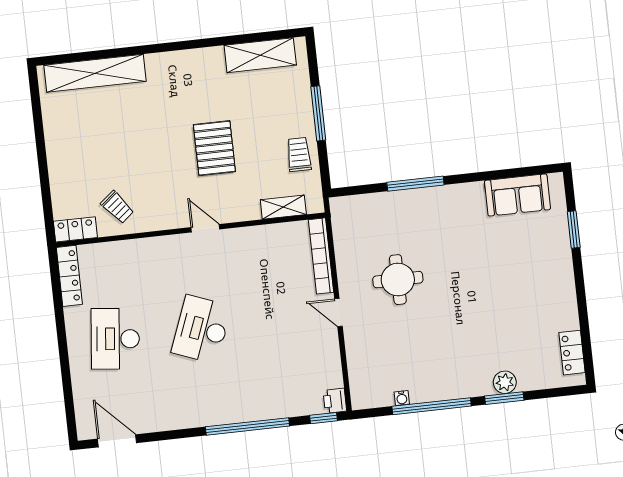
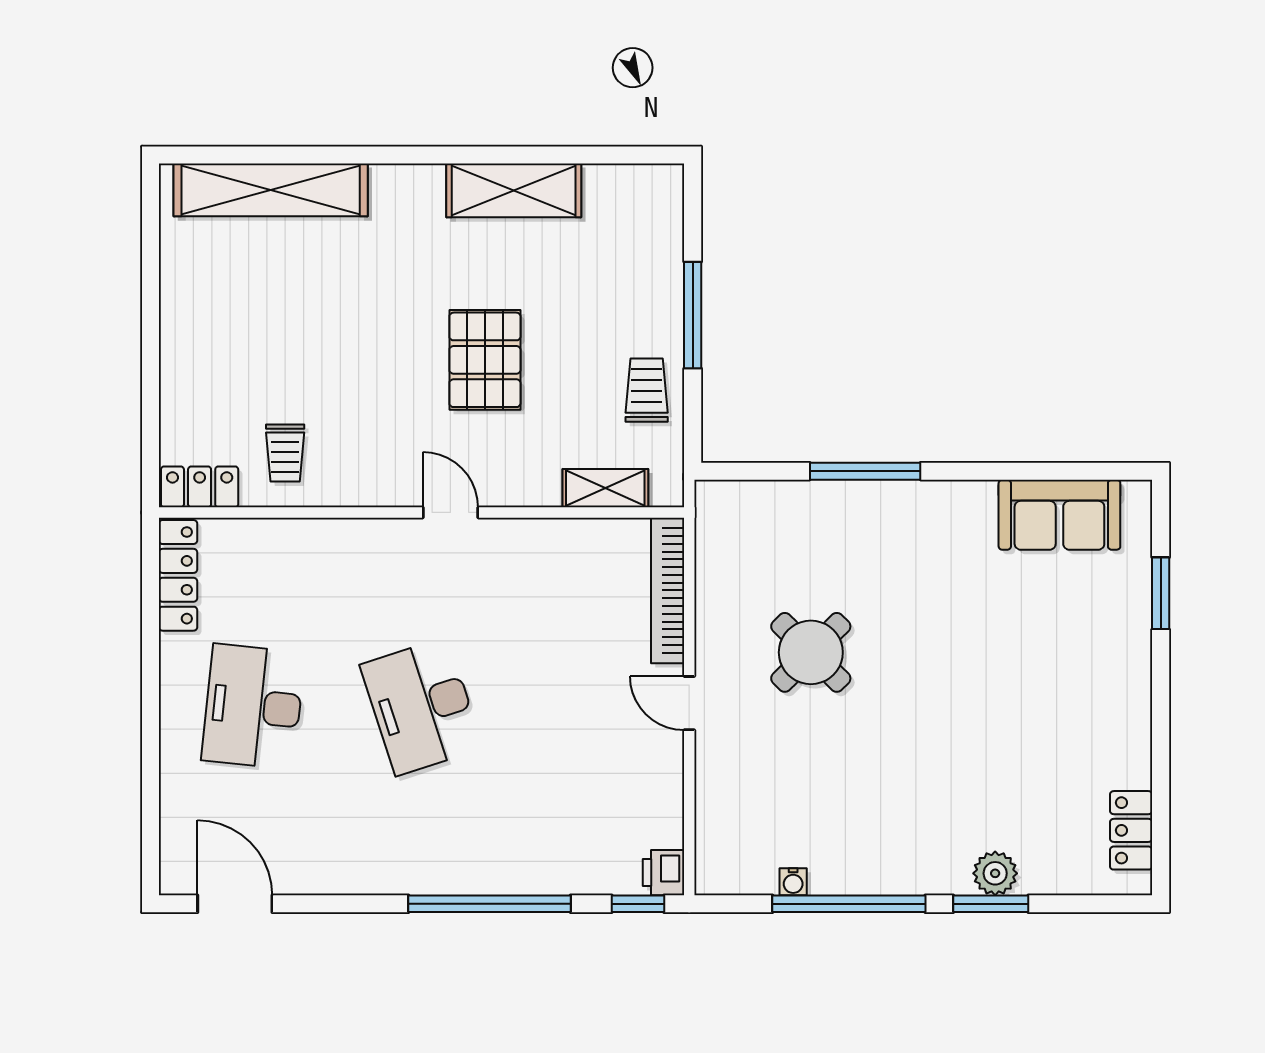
shelving: (260, 55) -> (514, 190), moved
trolley: (117, 207) -> (285, 453), turned 39
round table: (398, 280) -> (811, 652), turned 45
desk: (201, 329) -> (422, 706), turned -39

